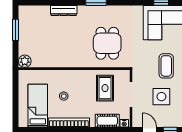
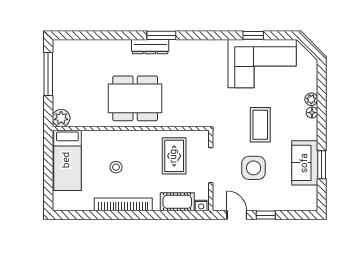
dresser: (64, 11) -> (150, 47), moved
window: (16, 30) -> (48, 74), width x1.44
dining table: (107, 43) -> (135, 98), moved, width x1.38
bed: (38, 106) -> (67, 160), moved, turned 180

